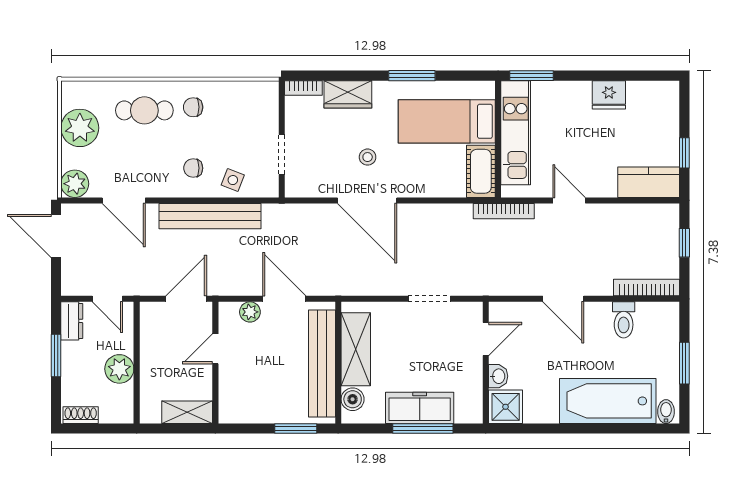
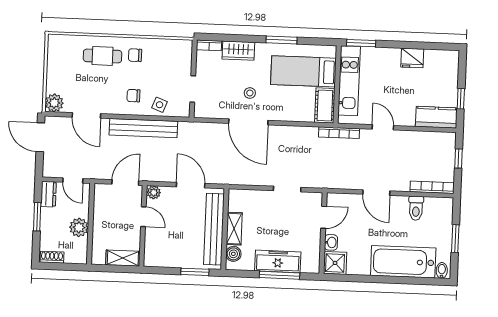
plant: (80, 128) -> (59, 66), removed
plant: (250, 312) -> (154, 192), moved
door: (215, 349) -> (143, 217), swing flipped
shelving: (356, 349) -> (234, 229), width x0.67, depth x0.75

